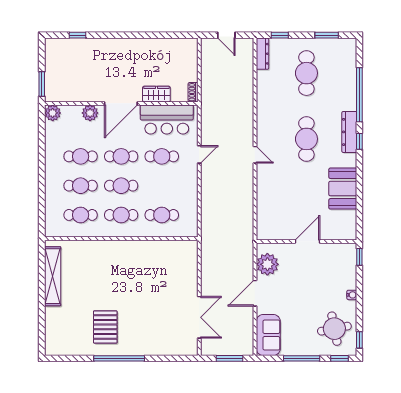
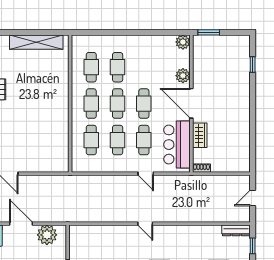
door: (255, 155) -> (145, 224), hinge flipped
cafe table: (81, 156) -> (118, 140), moved

